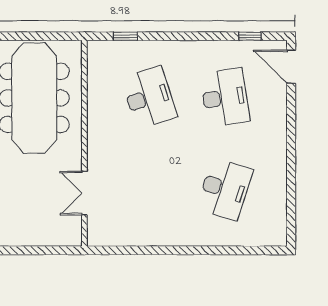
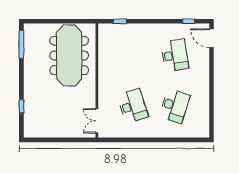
desk: (149, 98) -> (133, 106), moved
double door: (84, 193) -> (97, 121), moved

